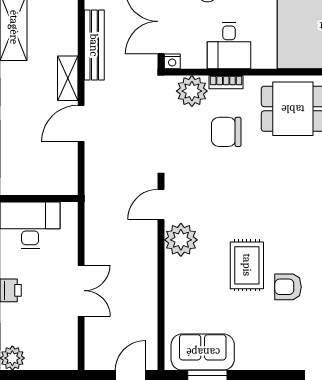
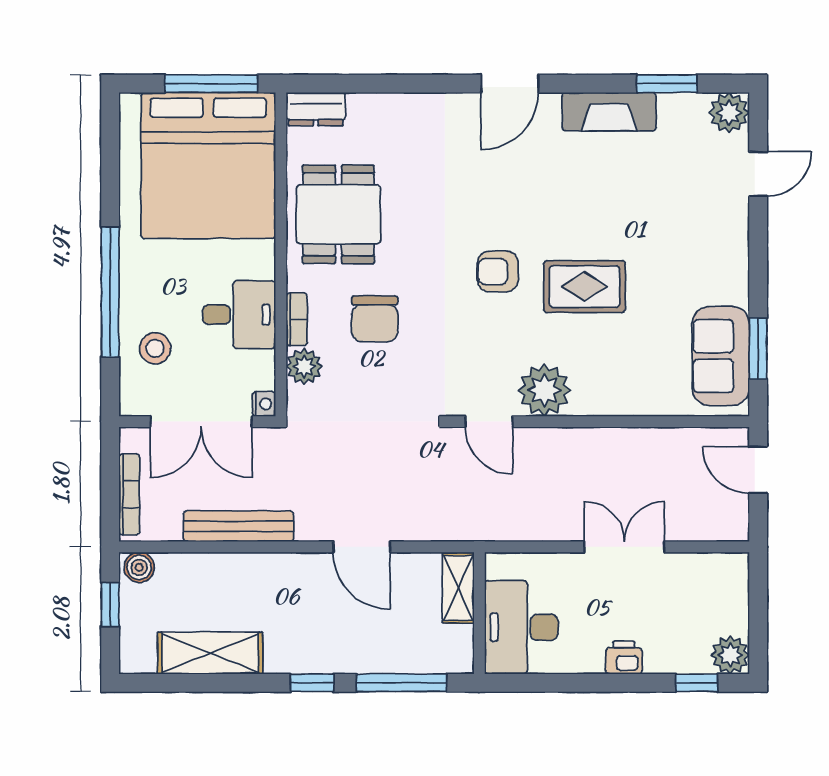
shelving: (68, 78) -> (458, 588), moved, turned 90
plant: (192, 91) -> (304, 366), width x0.73, depth x0.73
armchair: (288, 287) -> (498, 271), moved, turned 90

